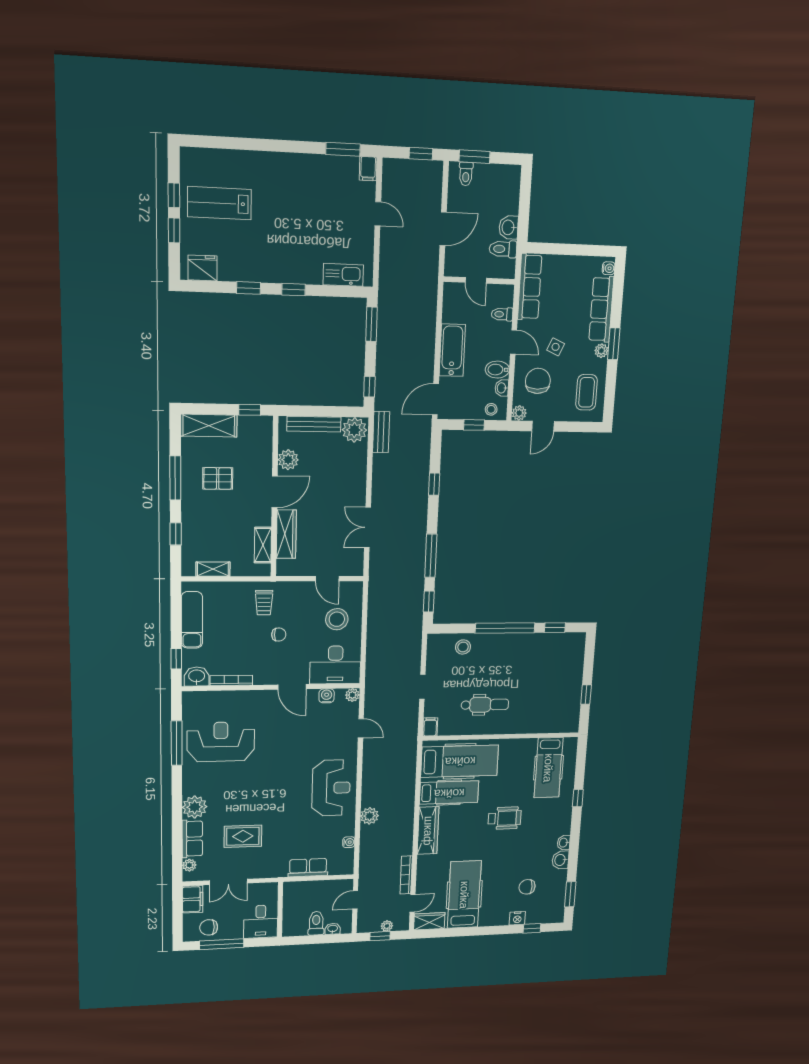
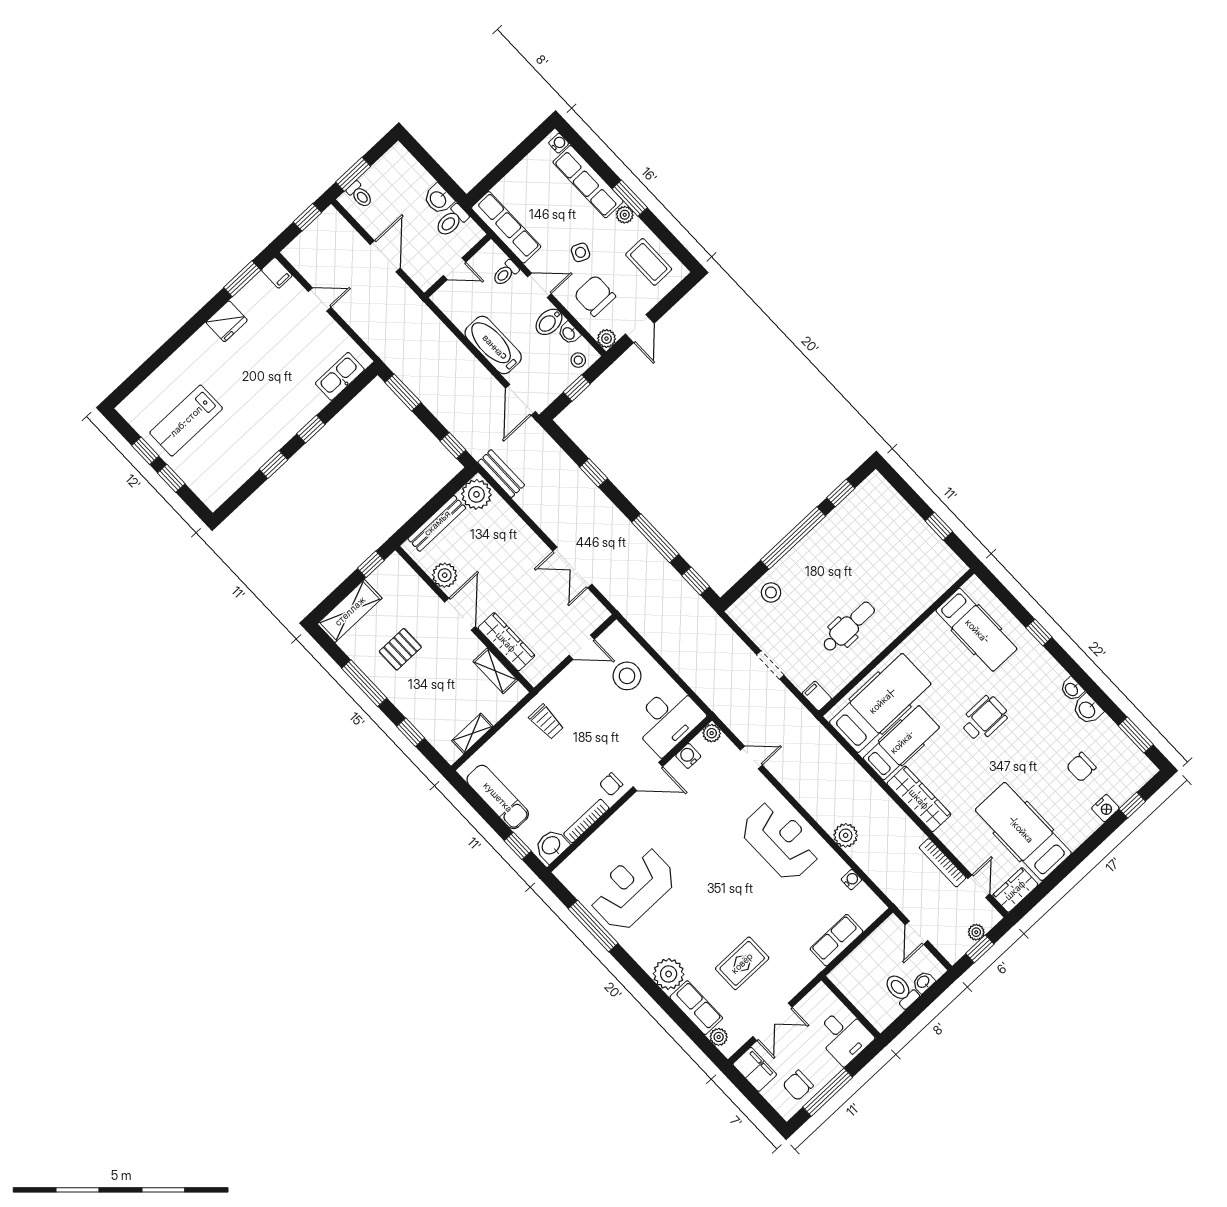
fridge: (203, 268) -> (227, 321), moved, turned 180
chair: (279, 635) -> (611, 784), moved, turned 180

